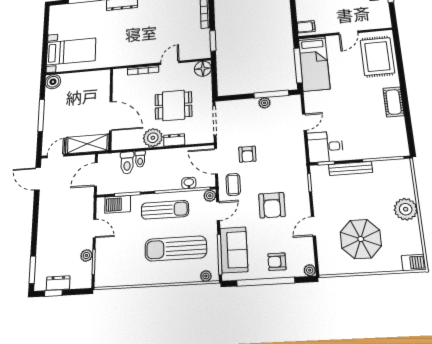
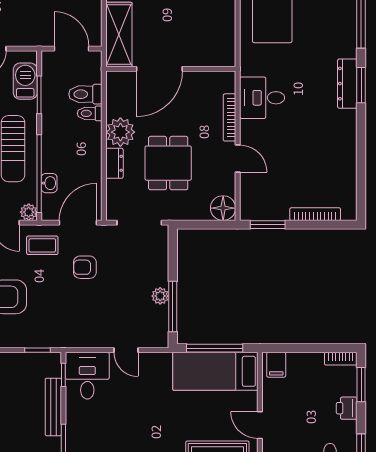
desk: (130, 52) -> (262, 98), added

